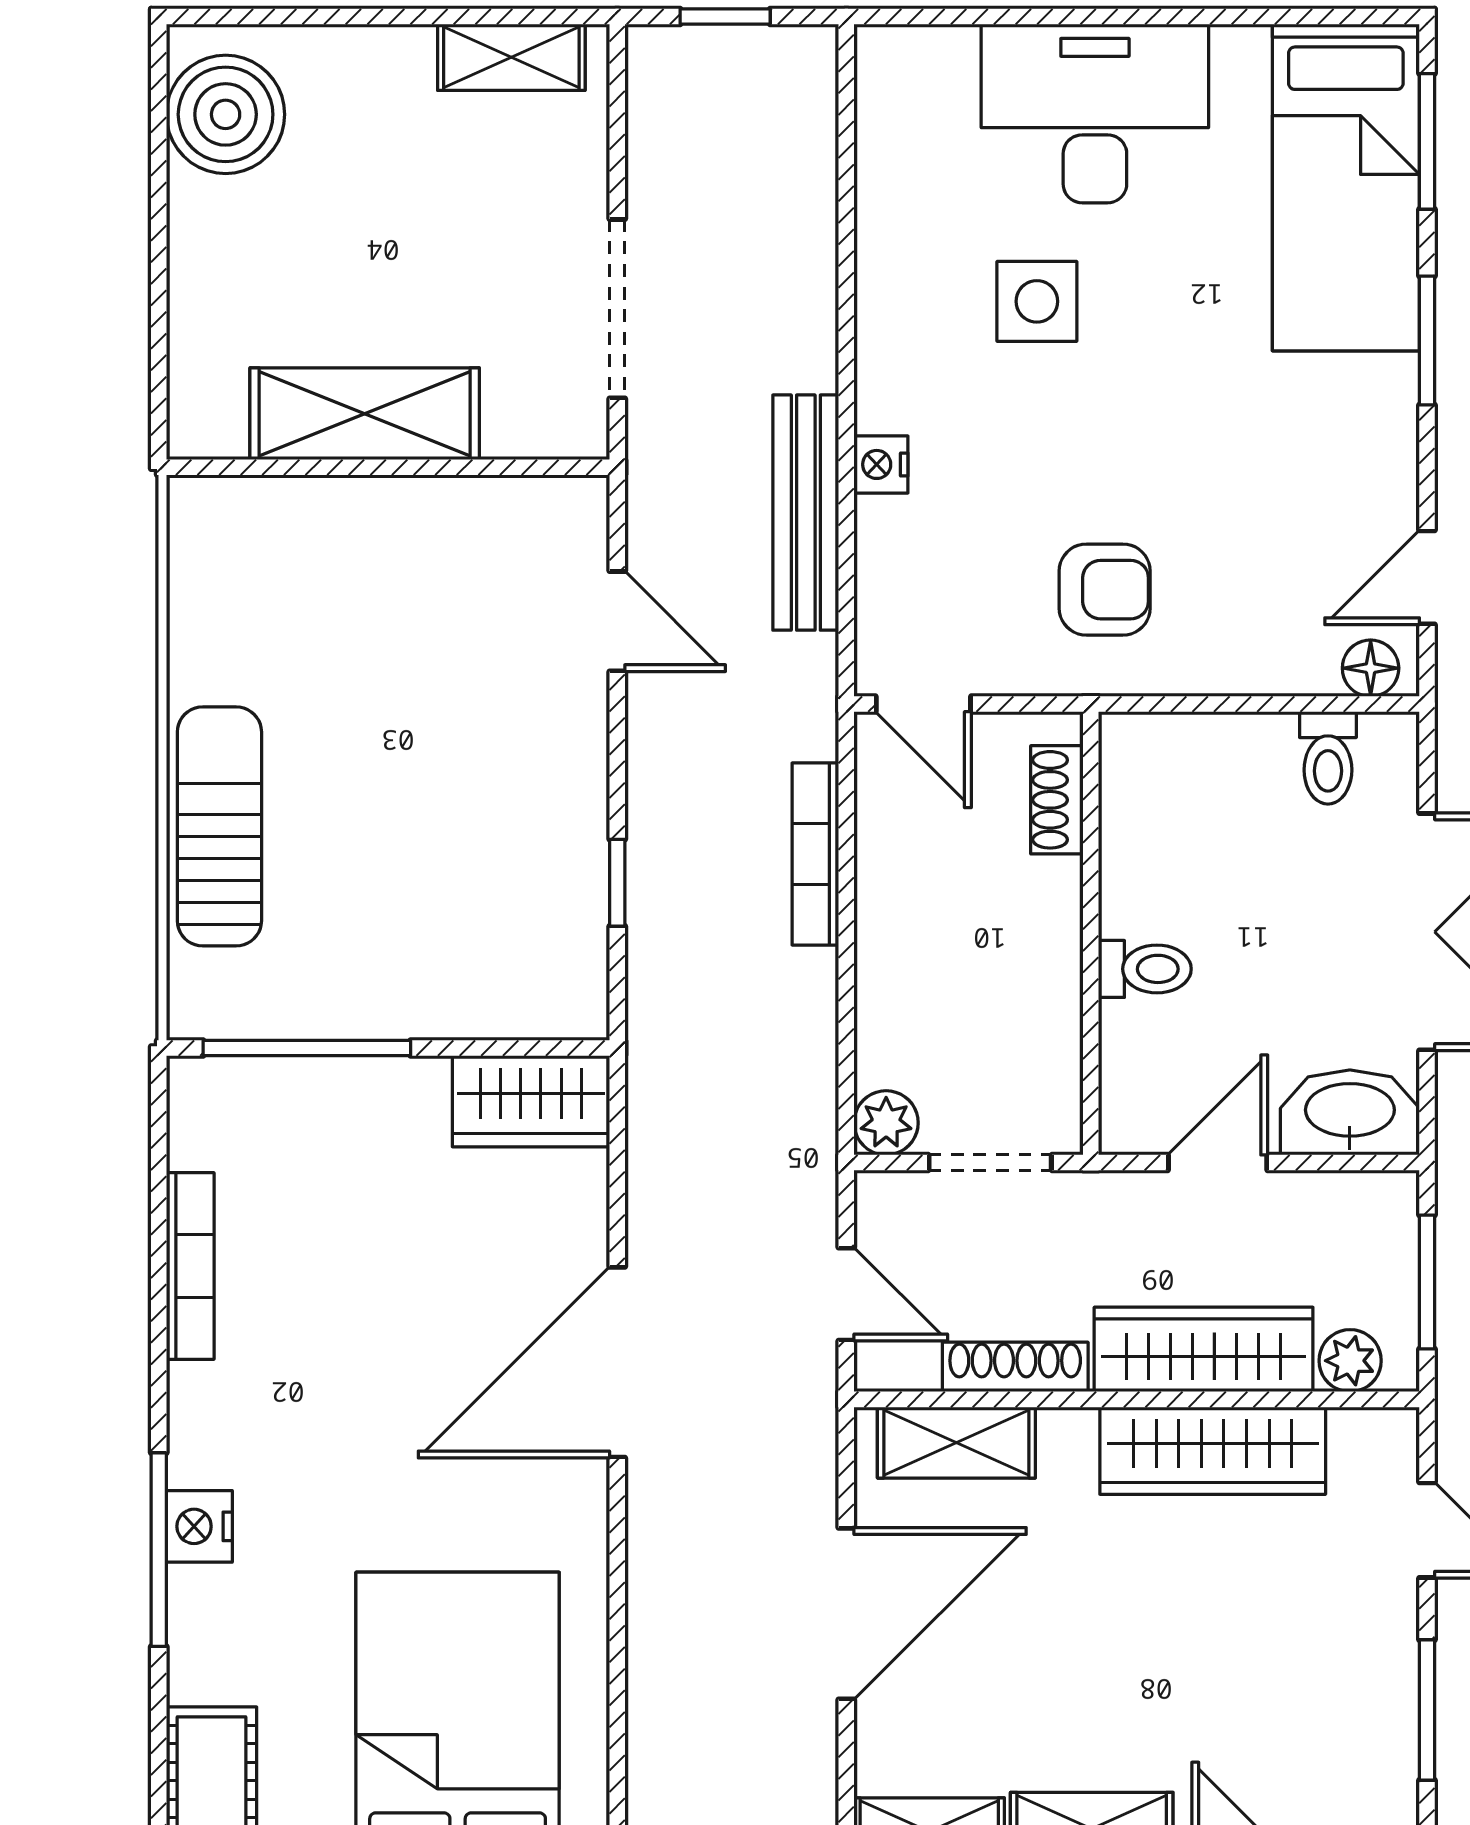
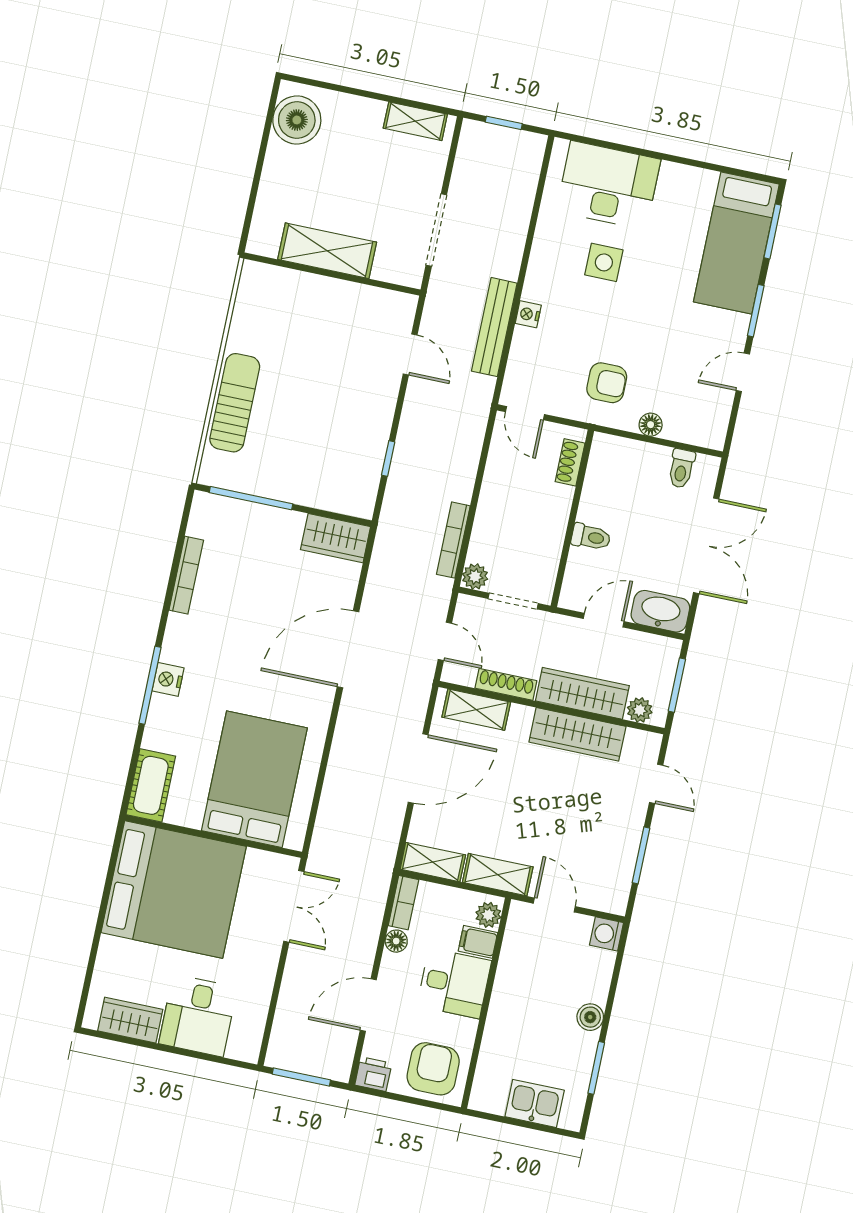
desk: (1095, 113) -> (608, 185), moved
door: (1427, 577) -> (743, 372), moved
floor lamp: (1371, 668) -> (651, 425), moved
bookcase: (815, 854) -> (453, 540), moved

